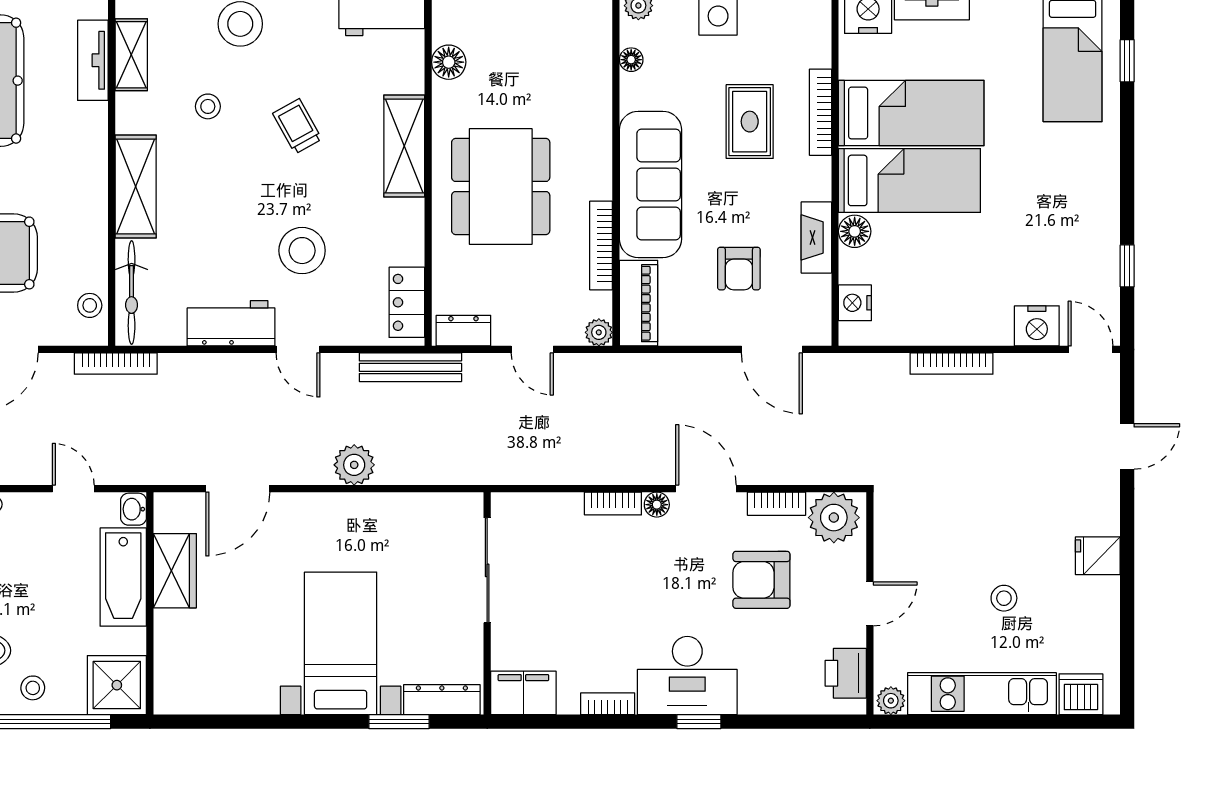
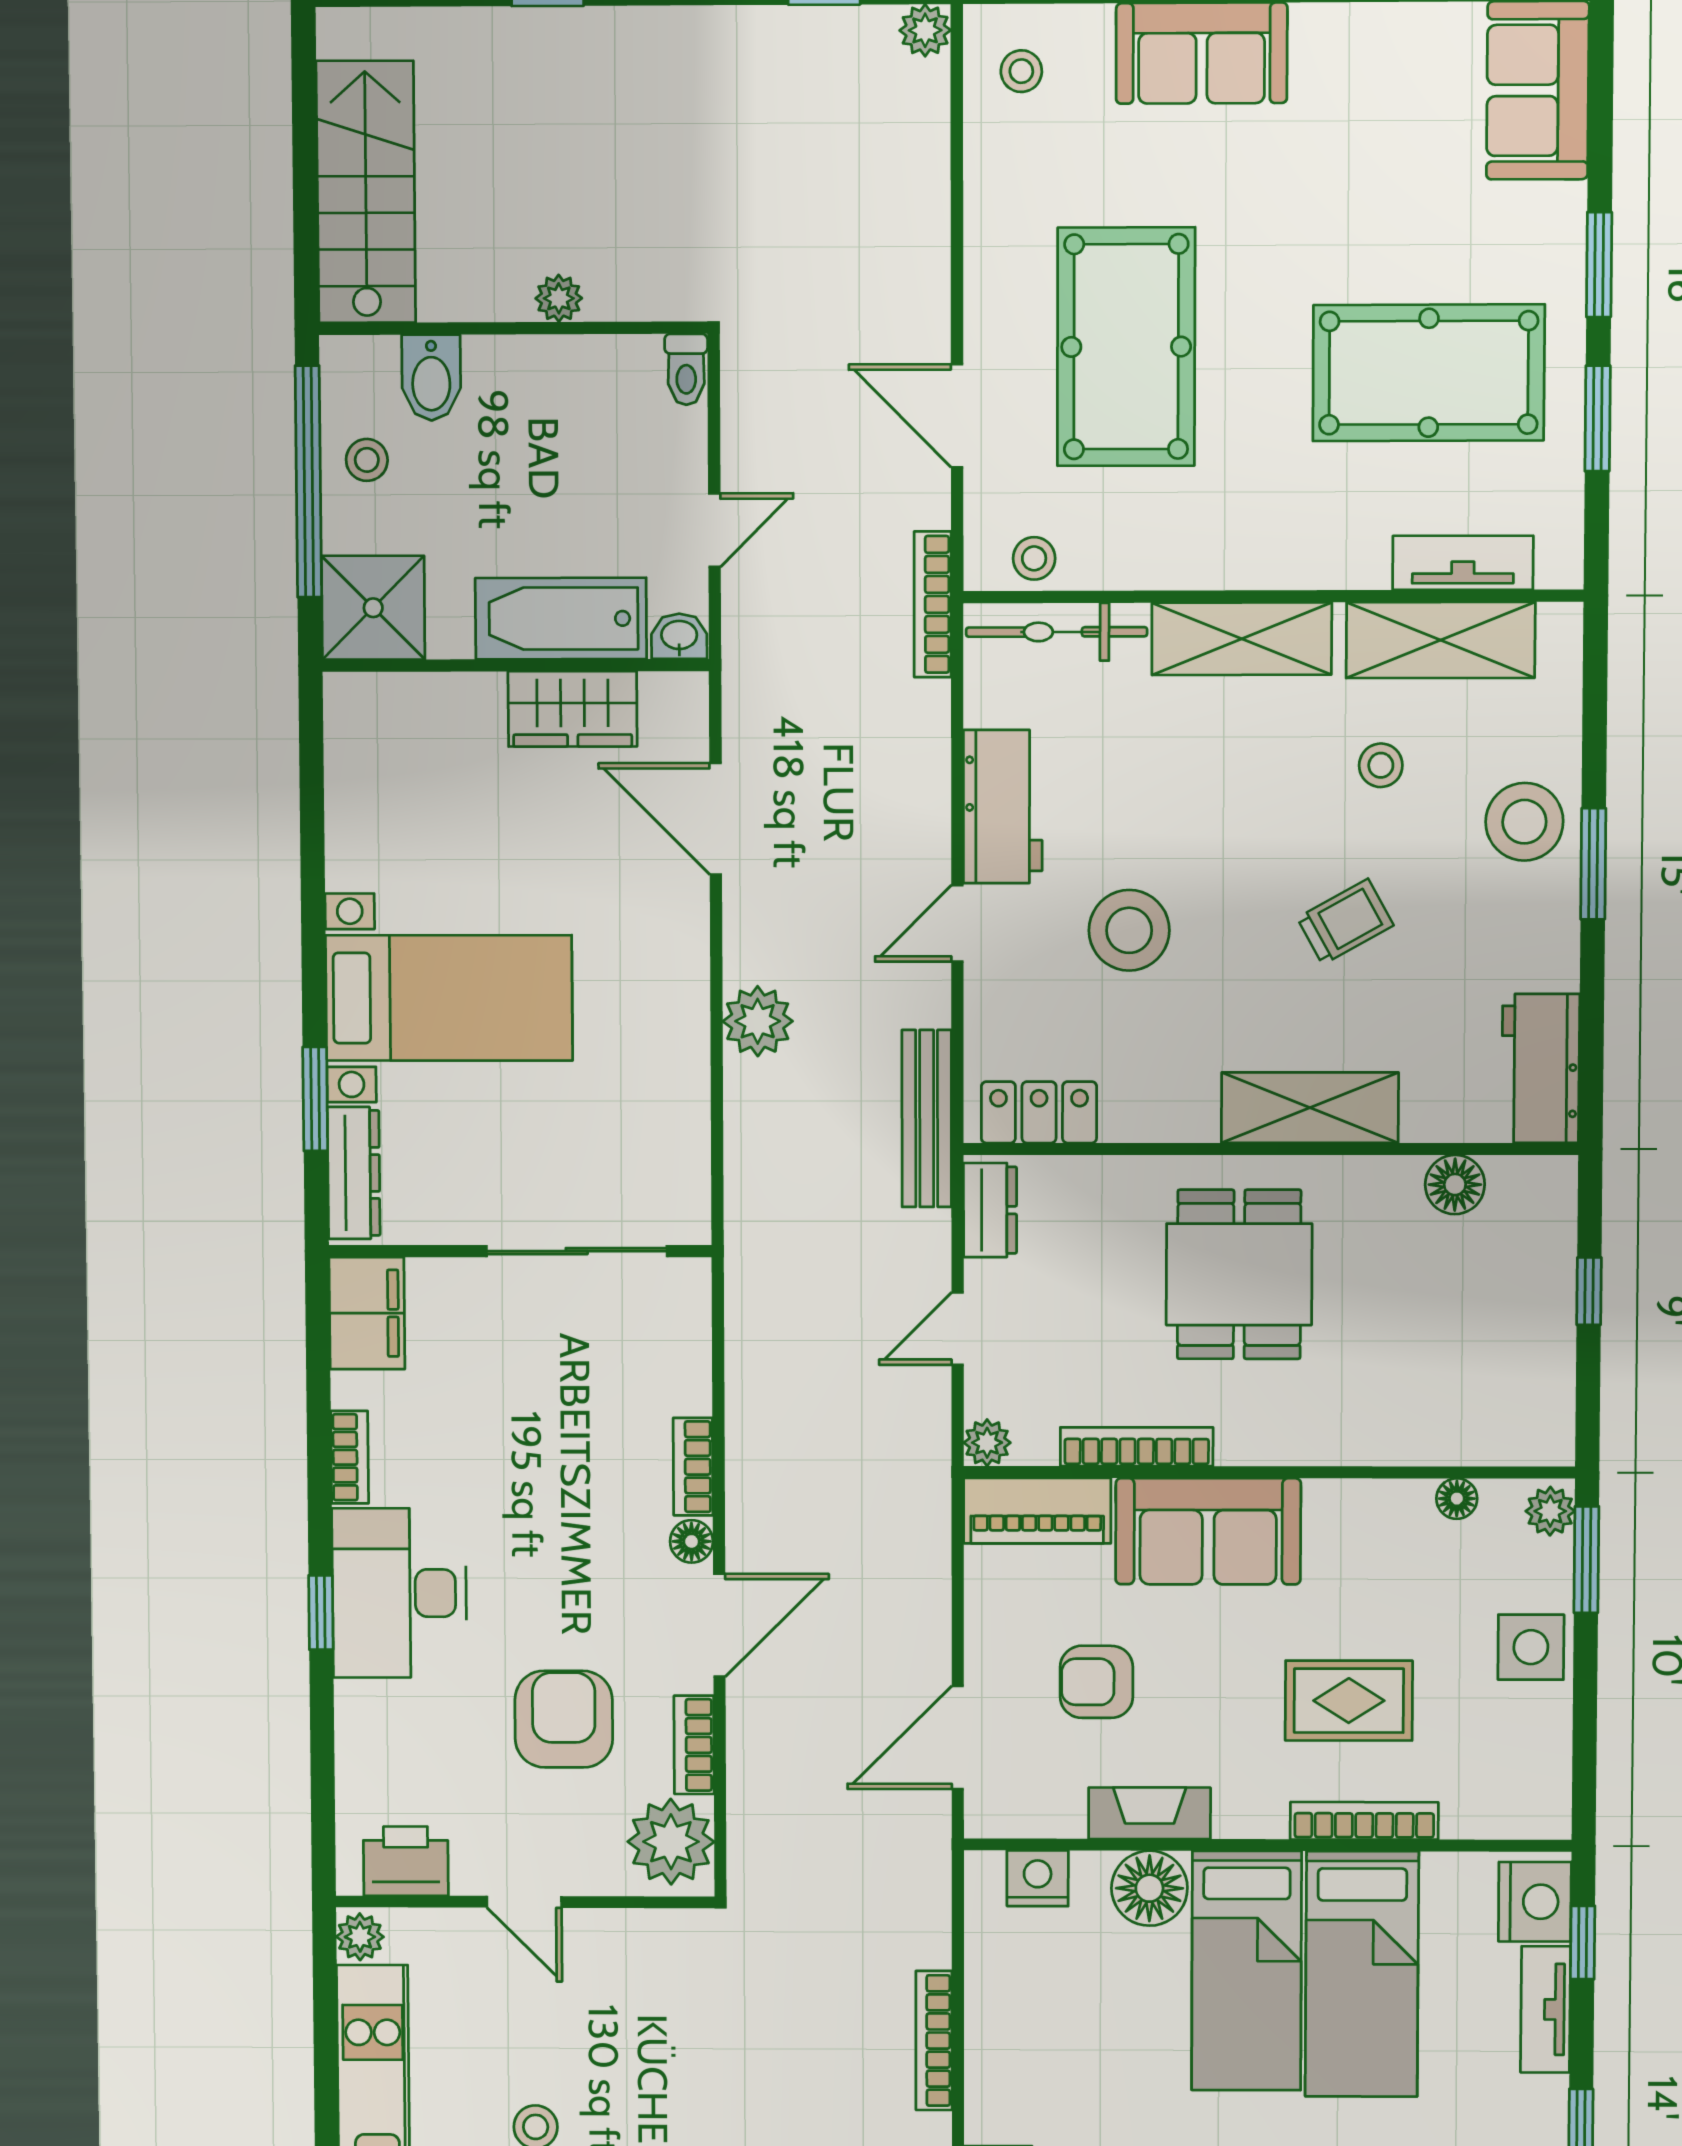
shelving: (131, 55) -> (1441, 640), width x1.50, depth x1.33
sofa: (650, 184) -> (1208, 1531), width x0.73
dining table: (501, 186) -> (1239, 1274), width x0.73
floor lamp: (855, 231) -> (1149, 1888), width x1.38, depth x1.38

